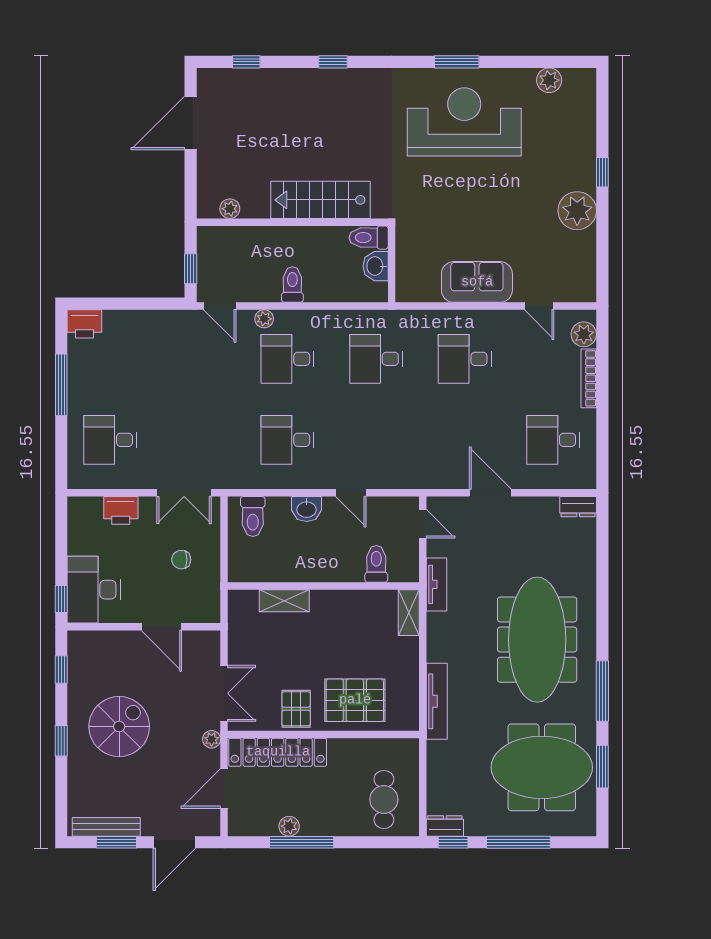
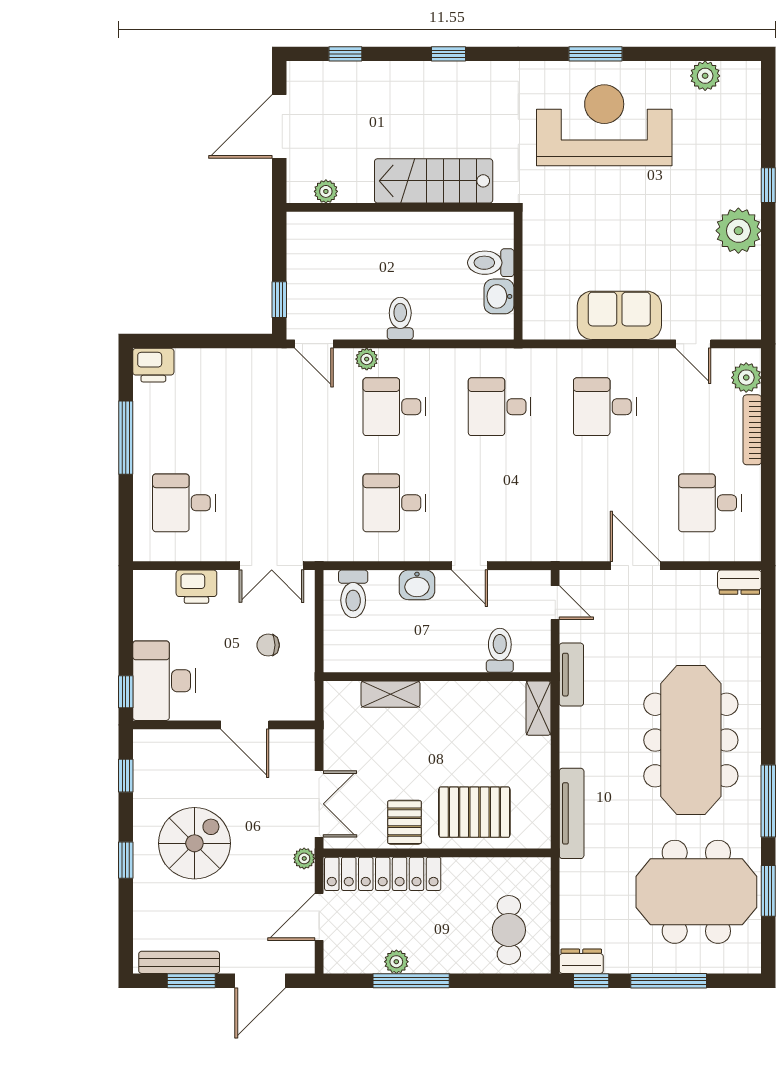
stairs: (320, 200) -> (434, 181), moved
plant: (230, 209) -> (326, 191), moved
wall: (292, 222) -> (400, 207), moved

